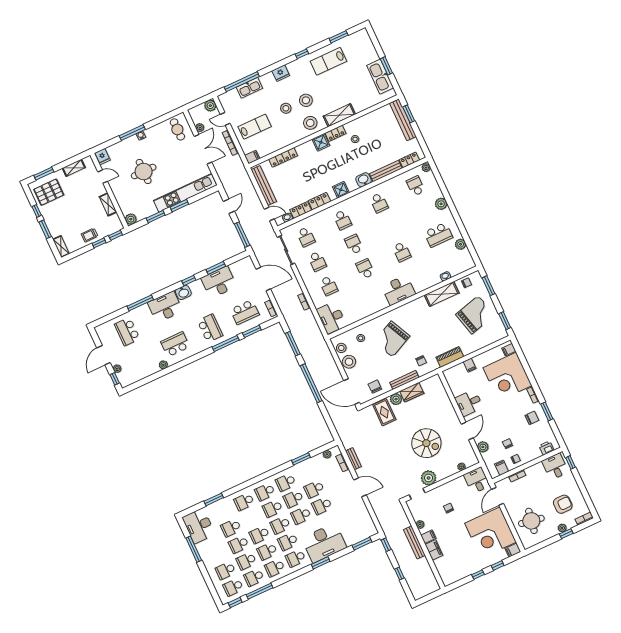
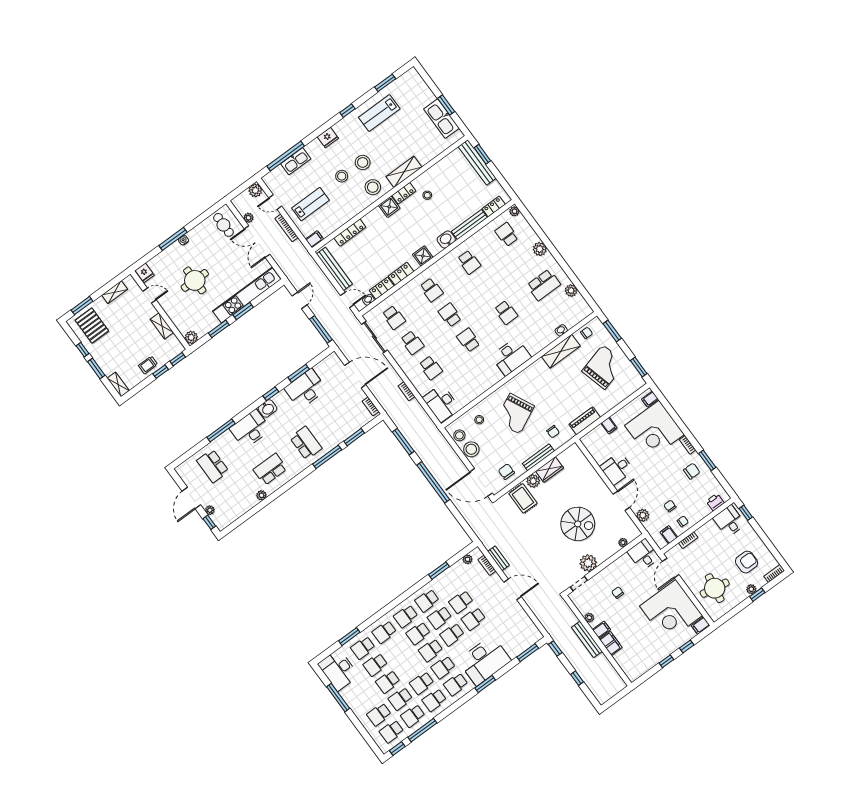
double door: (203, 149) -> (257, 242), swing flipped
pallet: (49, 192) -> (92, 326), turned 90
school desk: (245, 312) -> (342, 417), removed
school desk: (259, 535) -> (363, 648), moved

